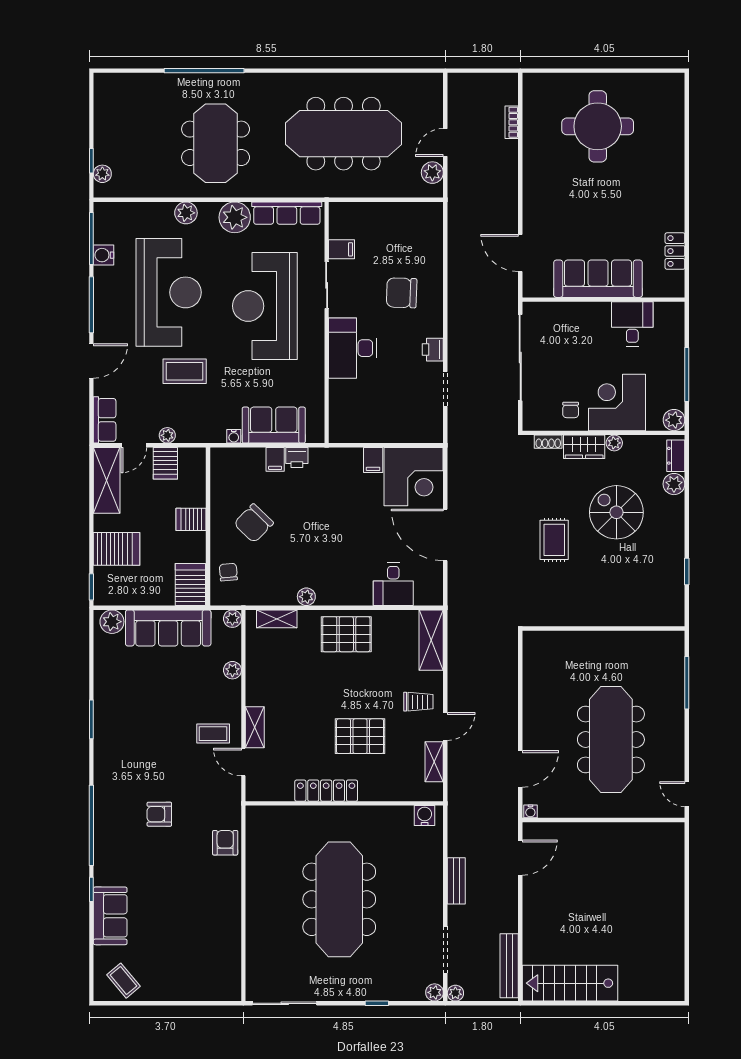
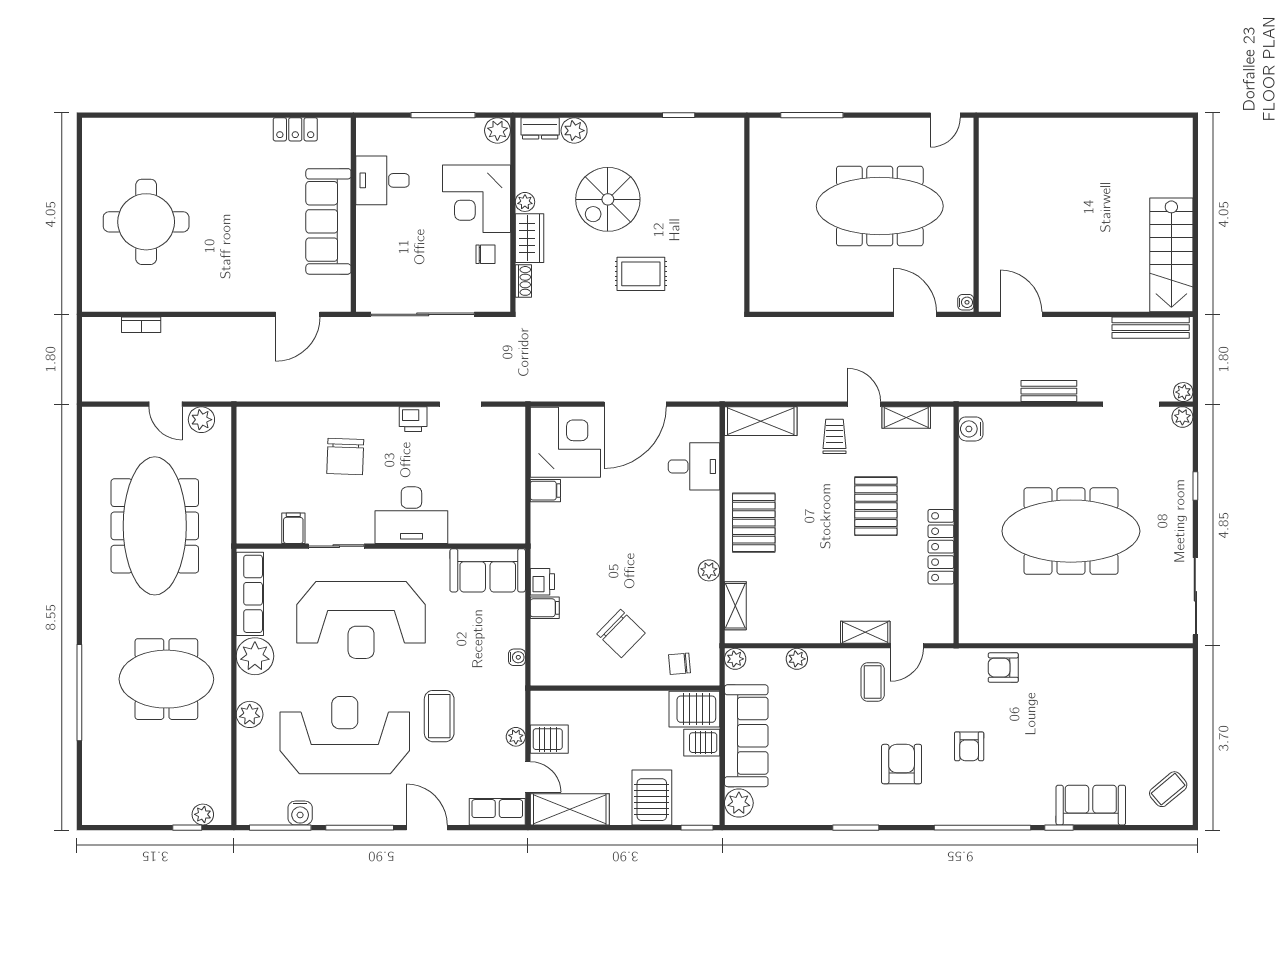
sofa: (274, 425) -> (488, 570), moved, turned -90
server rack: (191, 519) -> (702, 743), moved, turned 90
armchair: (144, 758) -> (902, 764), added

